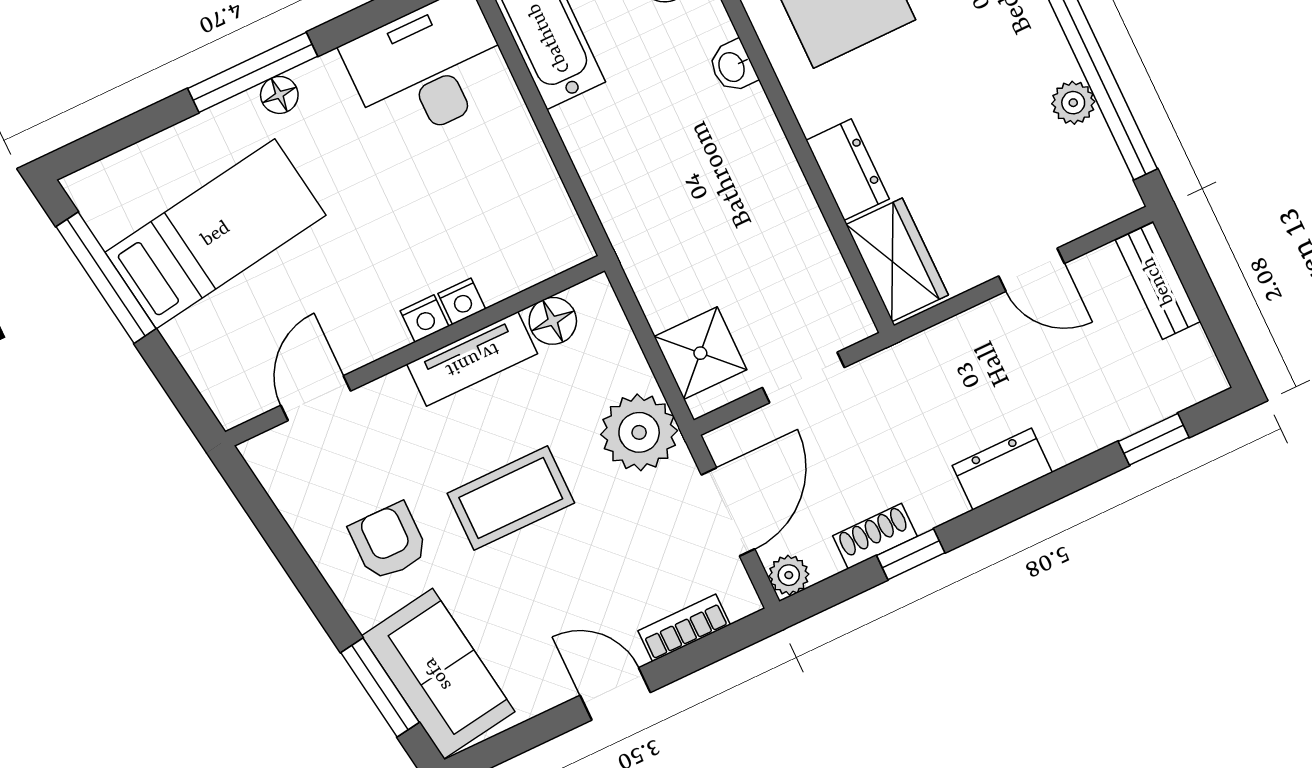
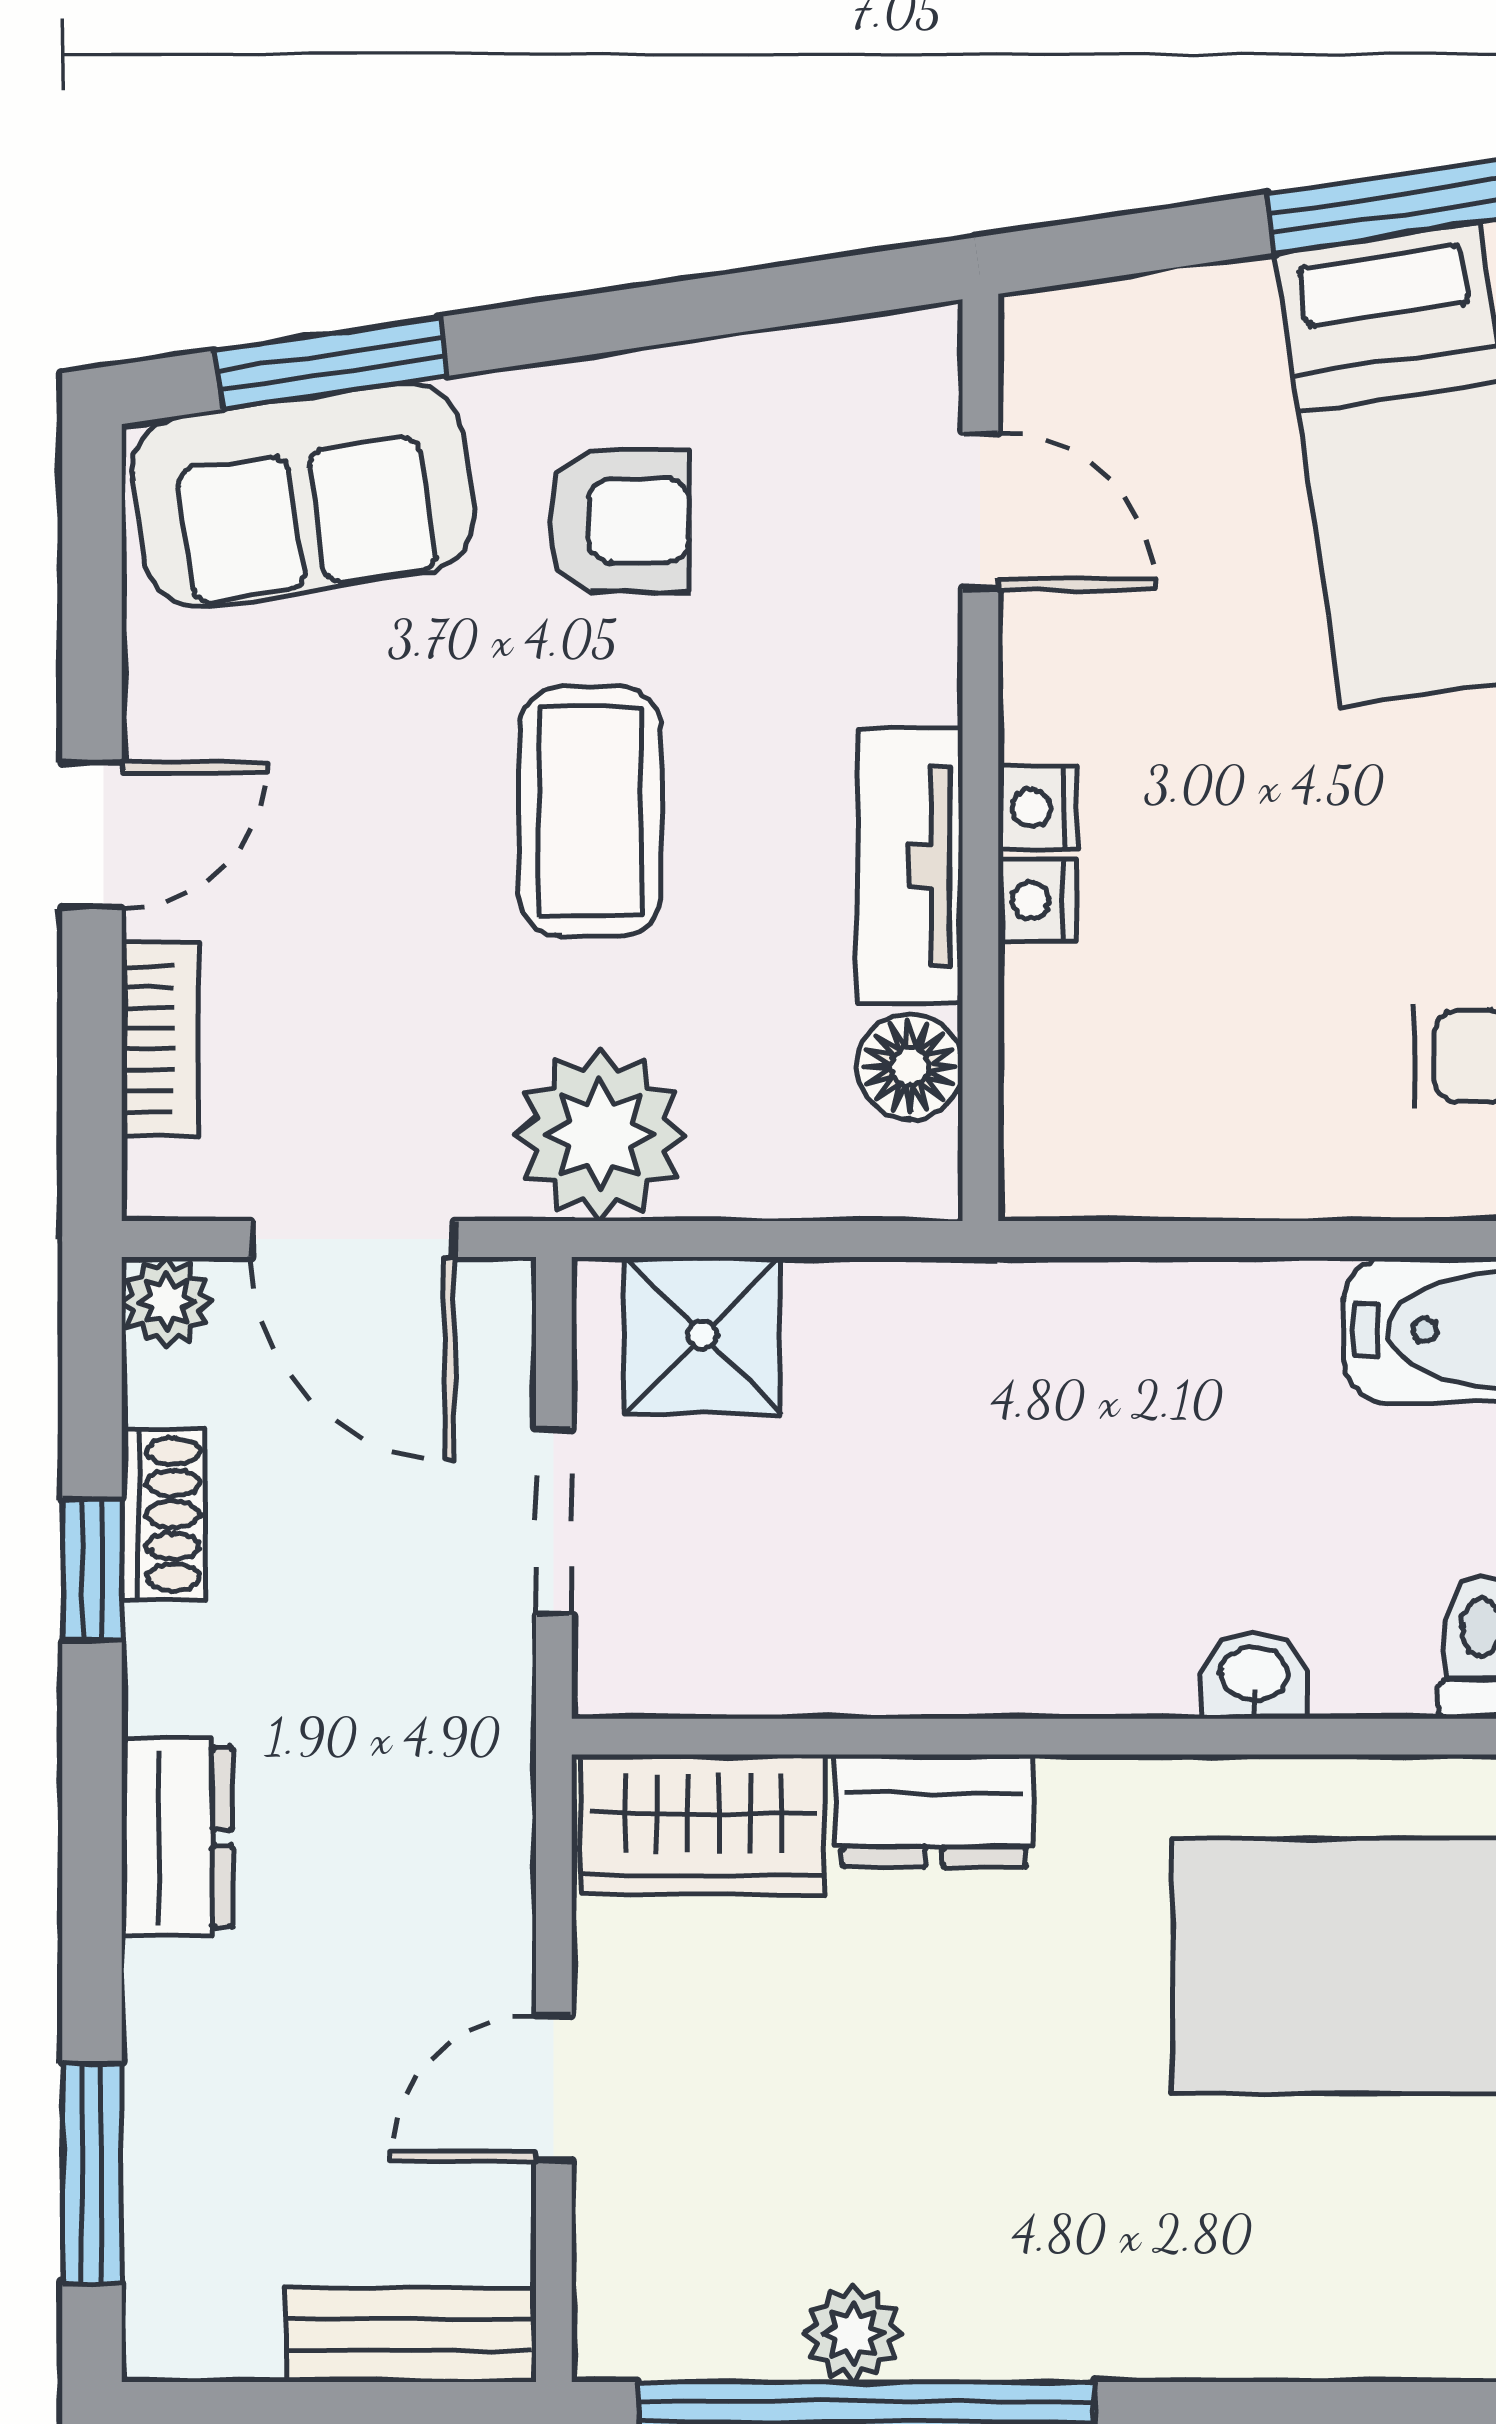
window: (1154, 439) -> (92, 2173), width x1.50

